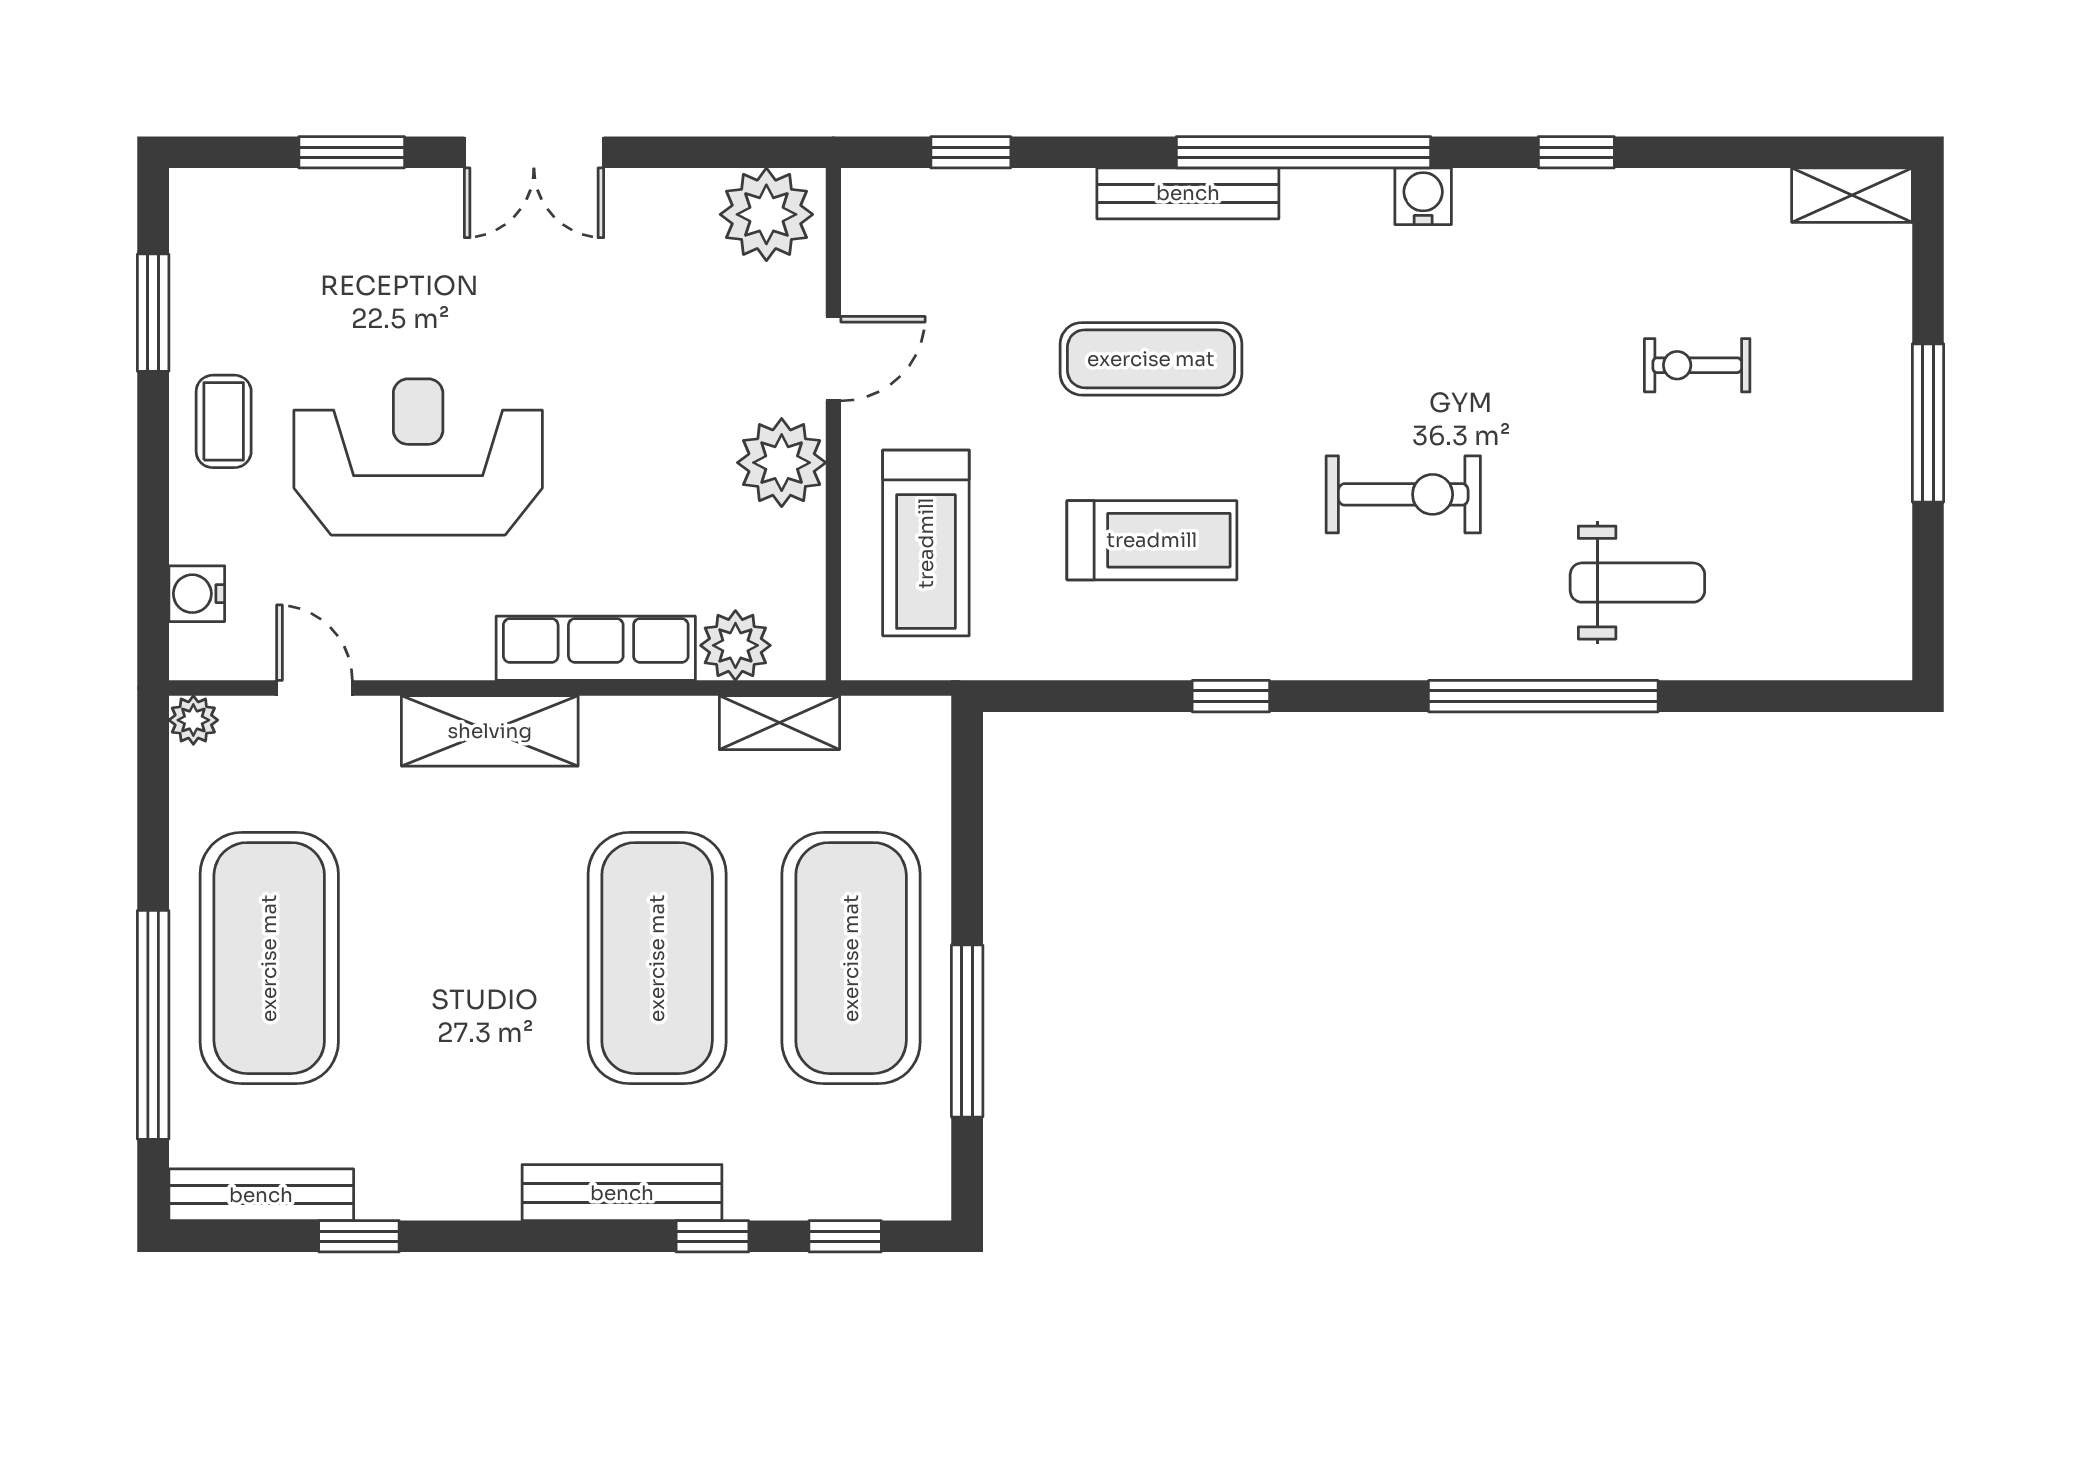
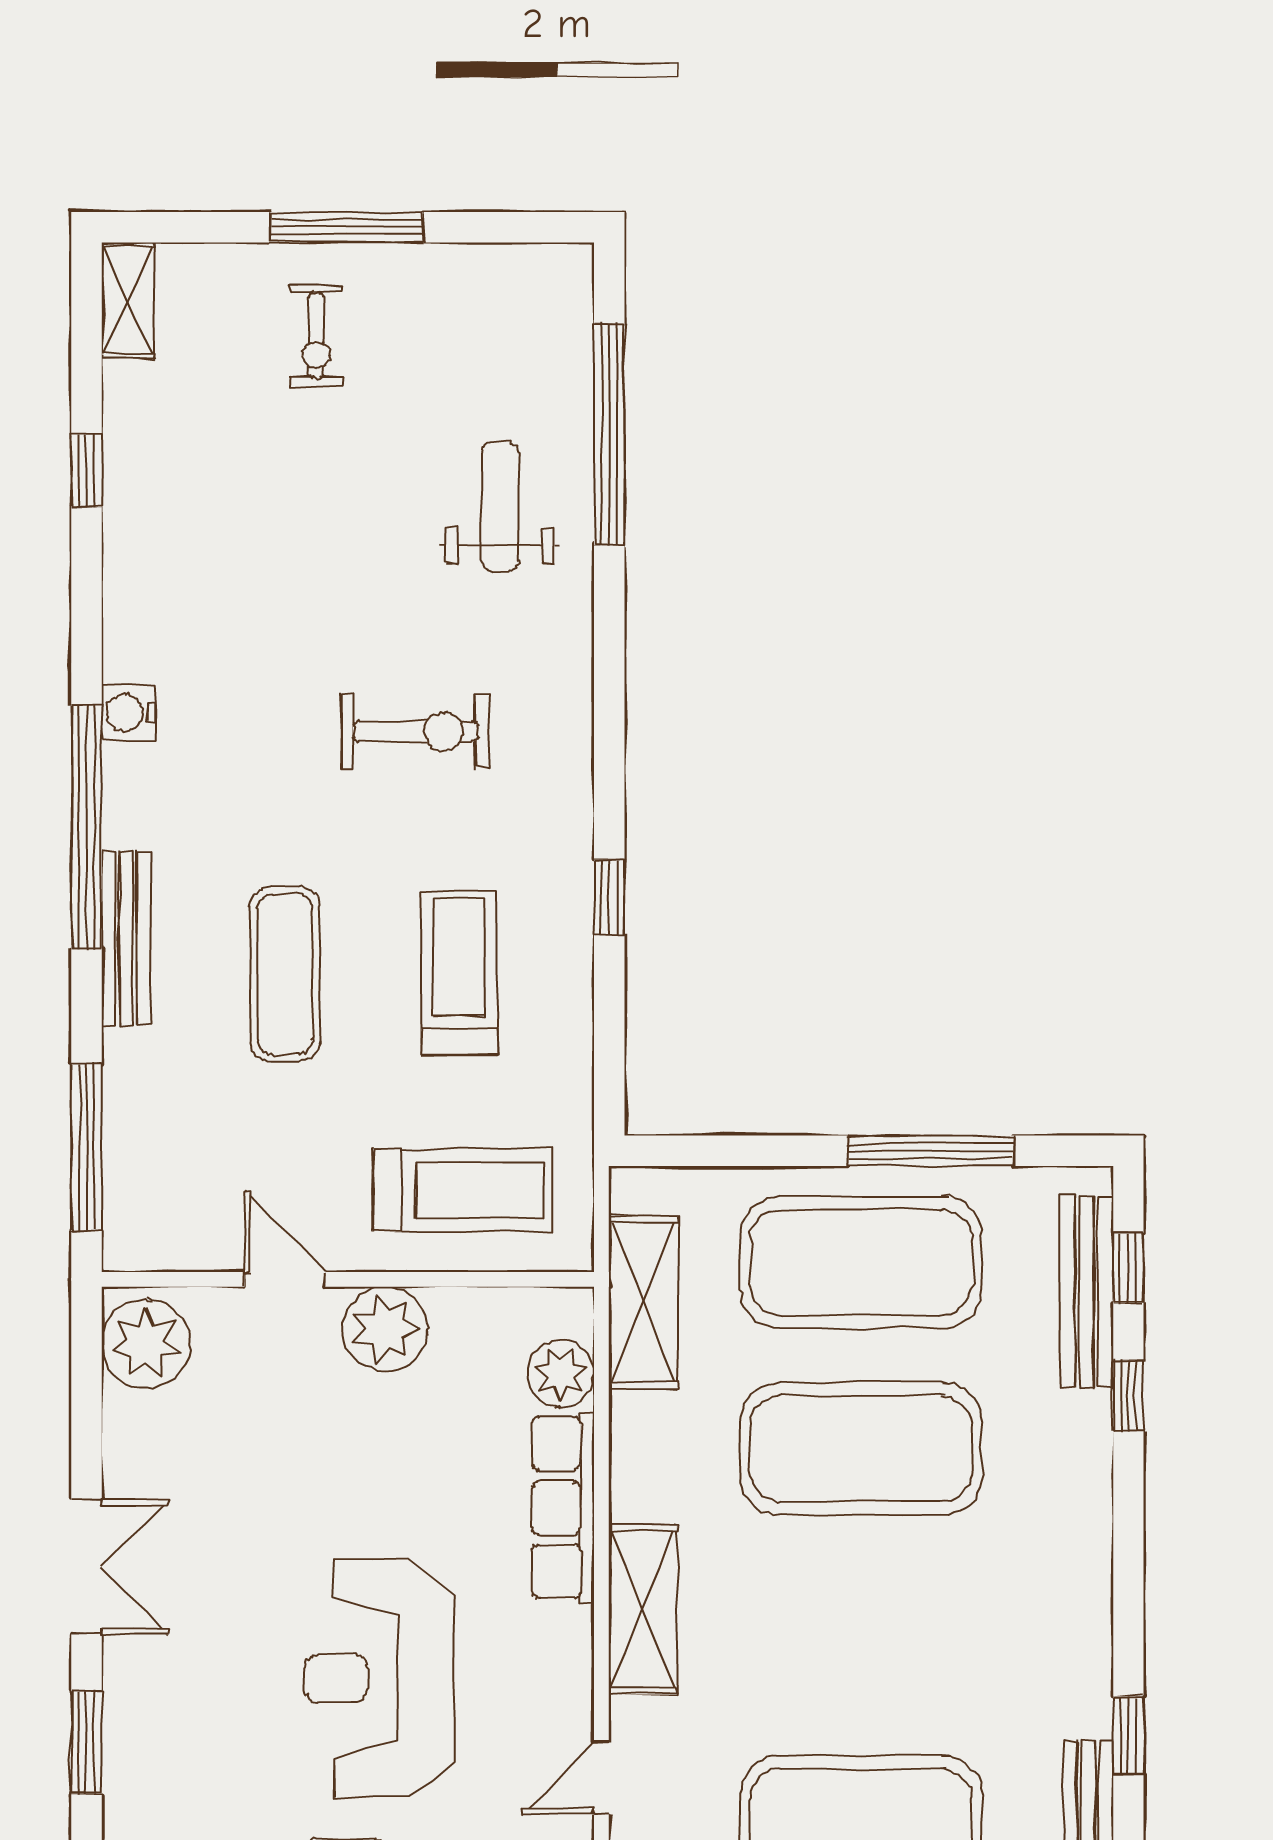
window: (971, 152) -> (86, 1147), width x2.17
window: (1576, 152) -> (86, 471), moved
exercise bike: (1697, 365) -> (316, 335), moved
exercise bike: (1403, 494) -> (415, 732), turned 90
window: (1543, 696) -> (609, 434), moved
shelving: (779, 723) -> (643, 1302), width x1.50, depth x1.33
bench: (622, 1193) -> (1086, 1292), moved

